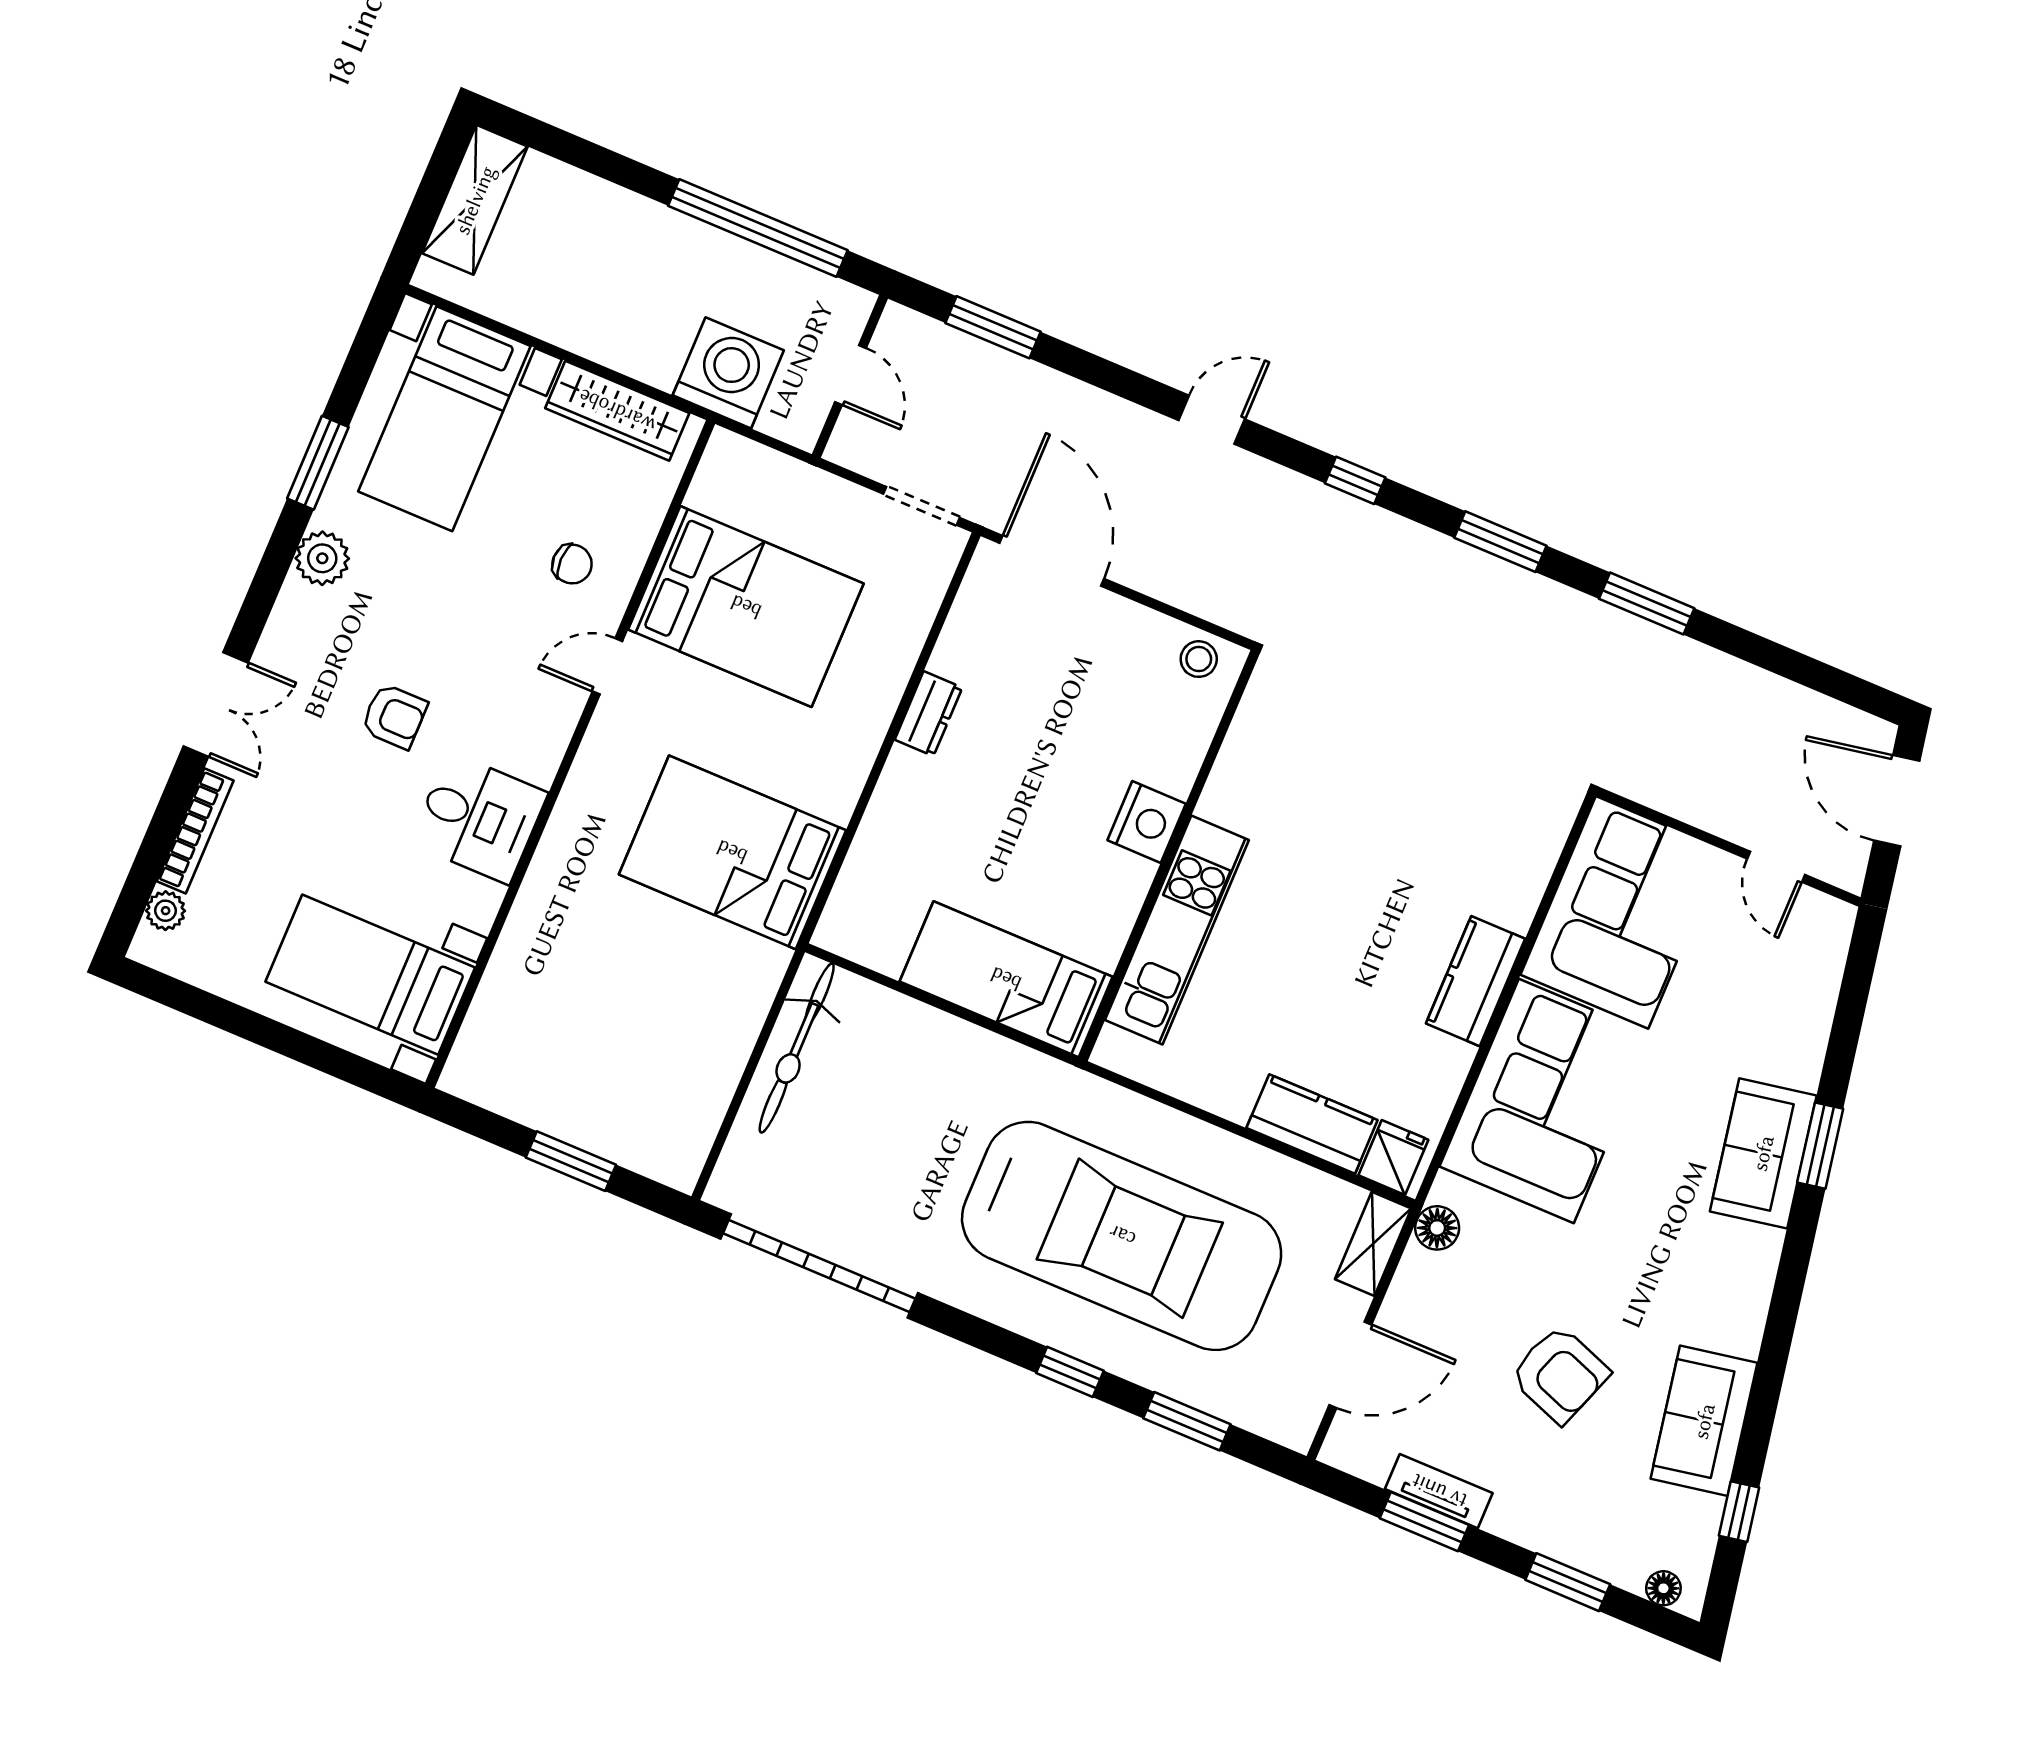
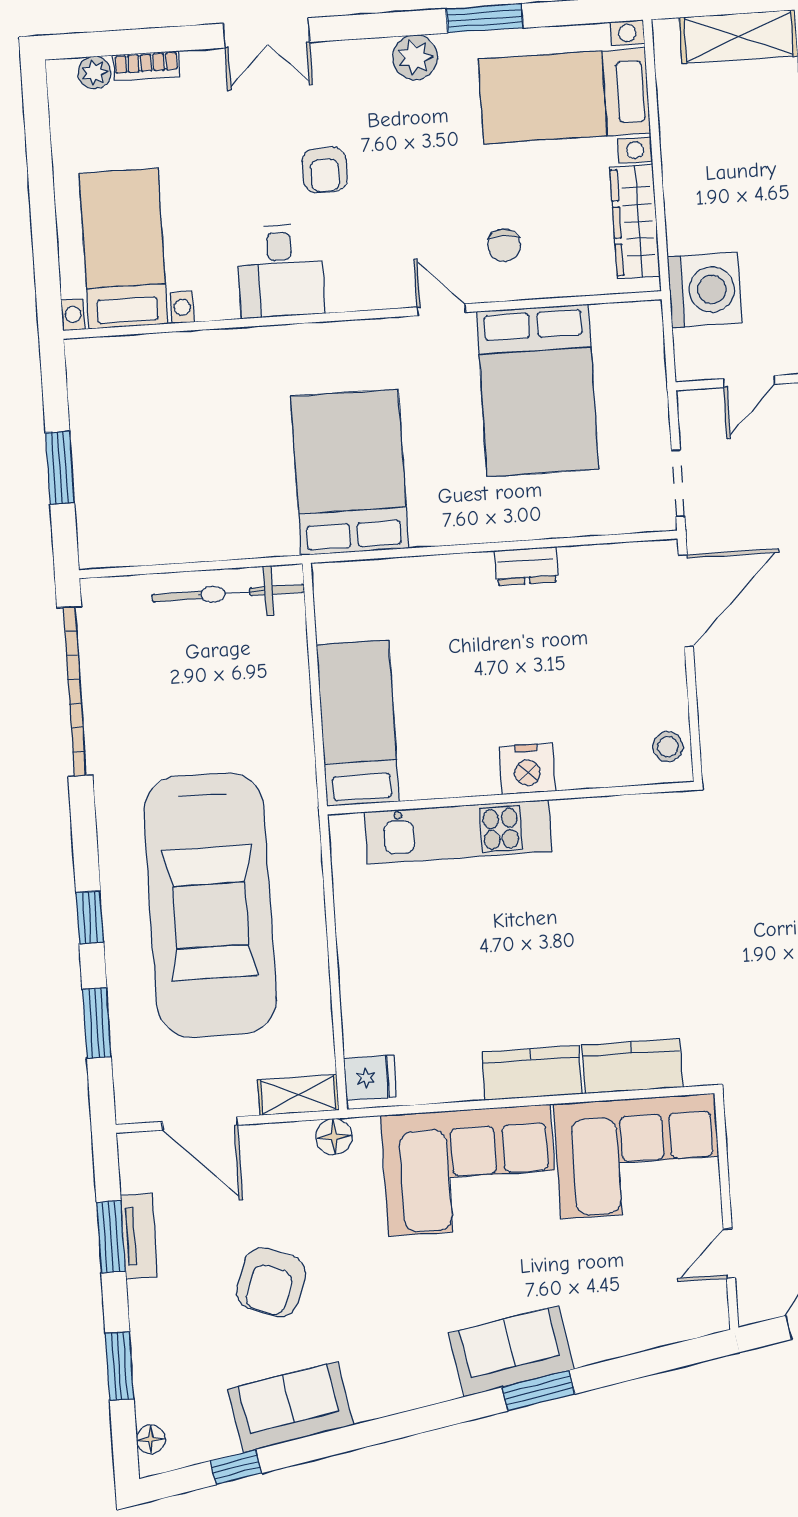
bookcase: (195, 831) -> (146, 66), width x0.64
kitchen counter: (1312, 1124) -> (632, 1066), moved, turned -90

